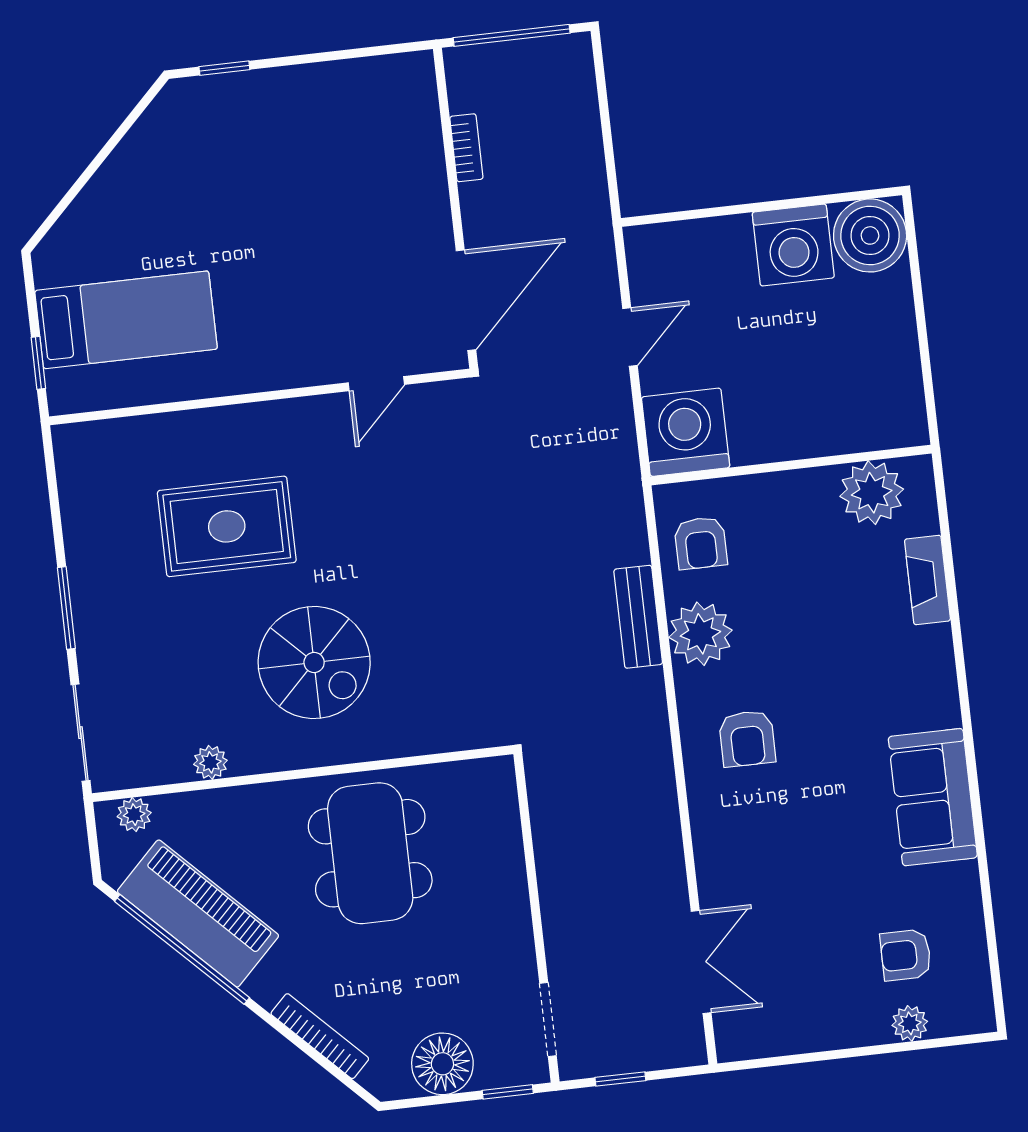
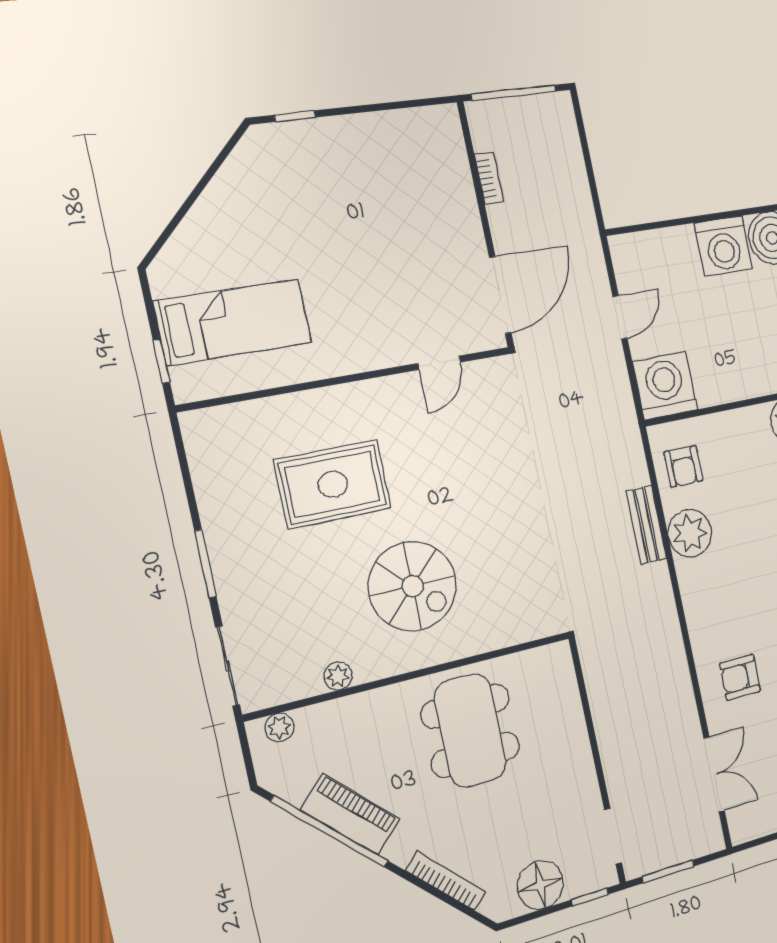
armchair: (747, 739) -> (740, 677), moved, turned 90
piano: (198, 913) -> (350, 814), width x0.73, depth x0.75
window: (620, 1079) -> (668, 871), width x1.50

